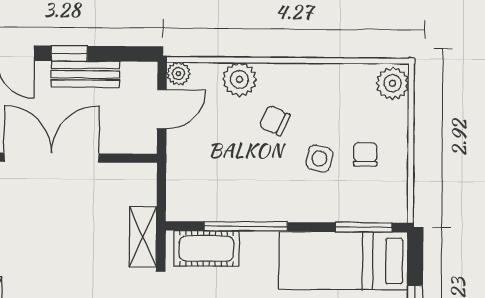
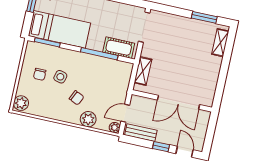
bench: (85, 74) -> (141, 133), moved
shelving: (143, 237) -> (143, 71), moved

